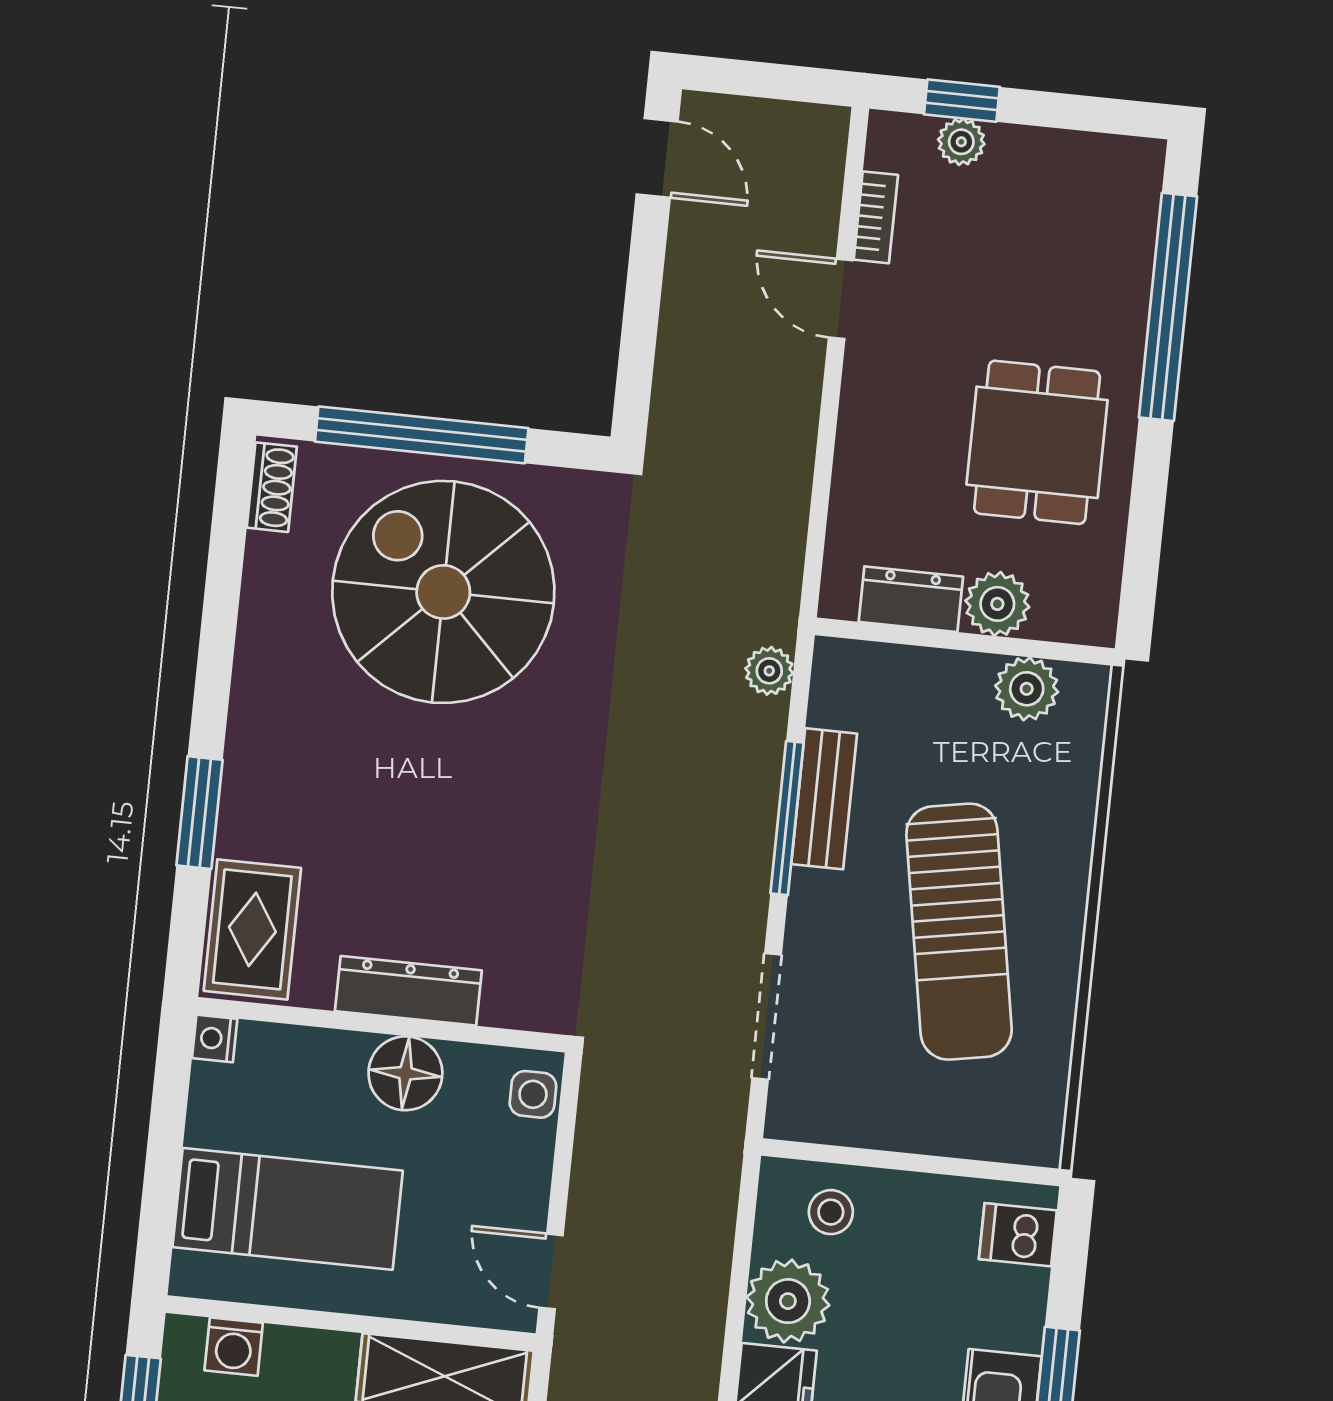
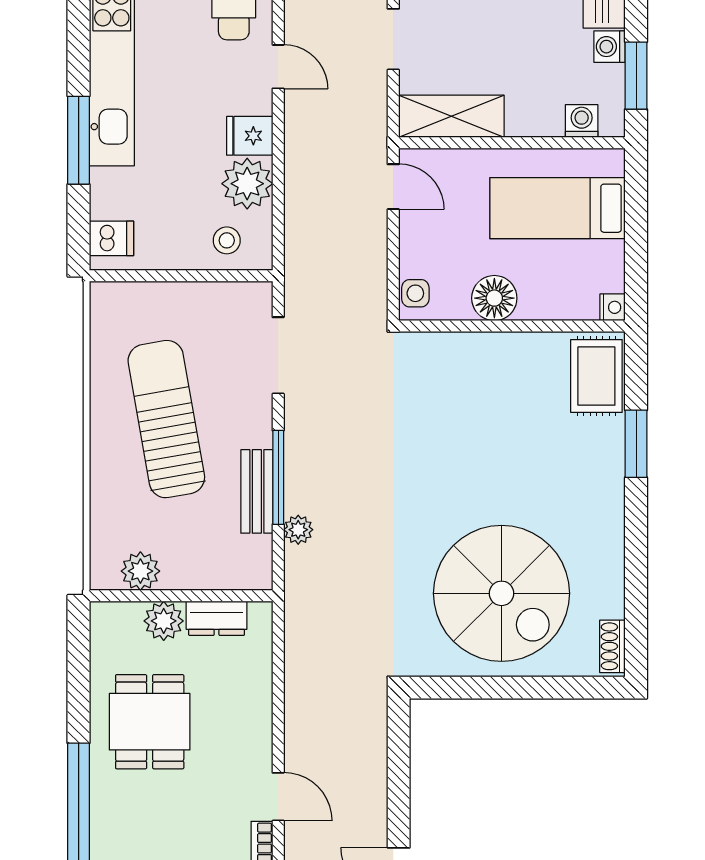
window: (422, 435) -> (525, 688), removed
plant: (769, 671) -> (298, 530), moved
dresser: (408, 991) -> (498, 348), removed

